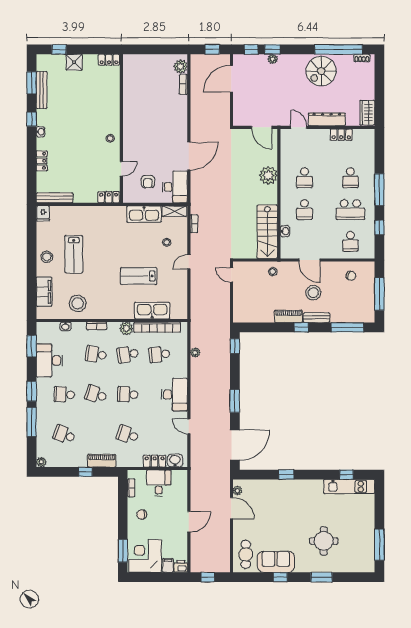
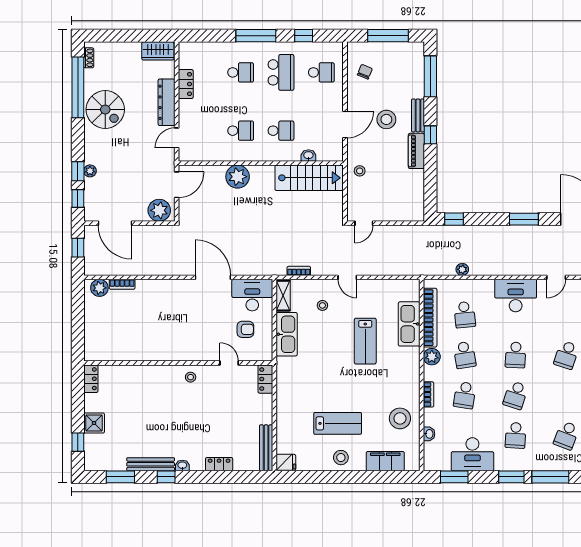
bench: (42, 90) -> (151, 464), moved
plant: (242, 114) -> (159, 210), added

